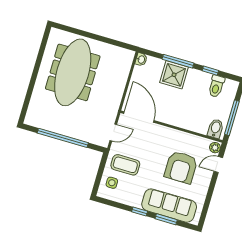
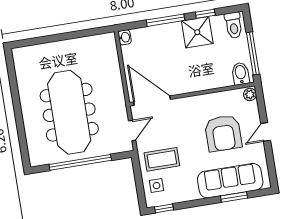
meeting table: (73, 72) -> (69, 112), moved
shower: (174, 75) -> (197, 32), moved
toilet: (216, 86) -> (234, 25), moved
door: (218, 165) -> (266, 132), moved
window: (140, 211) -> (164, 208), moved

